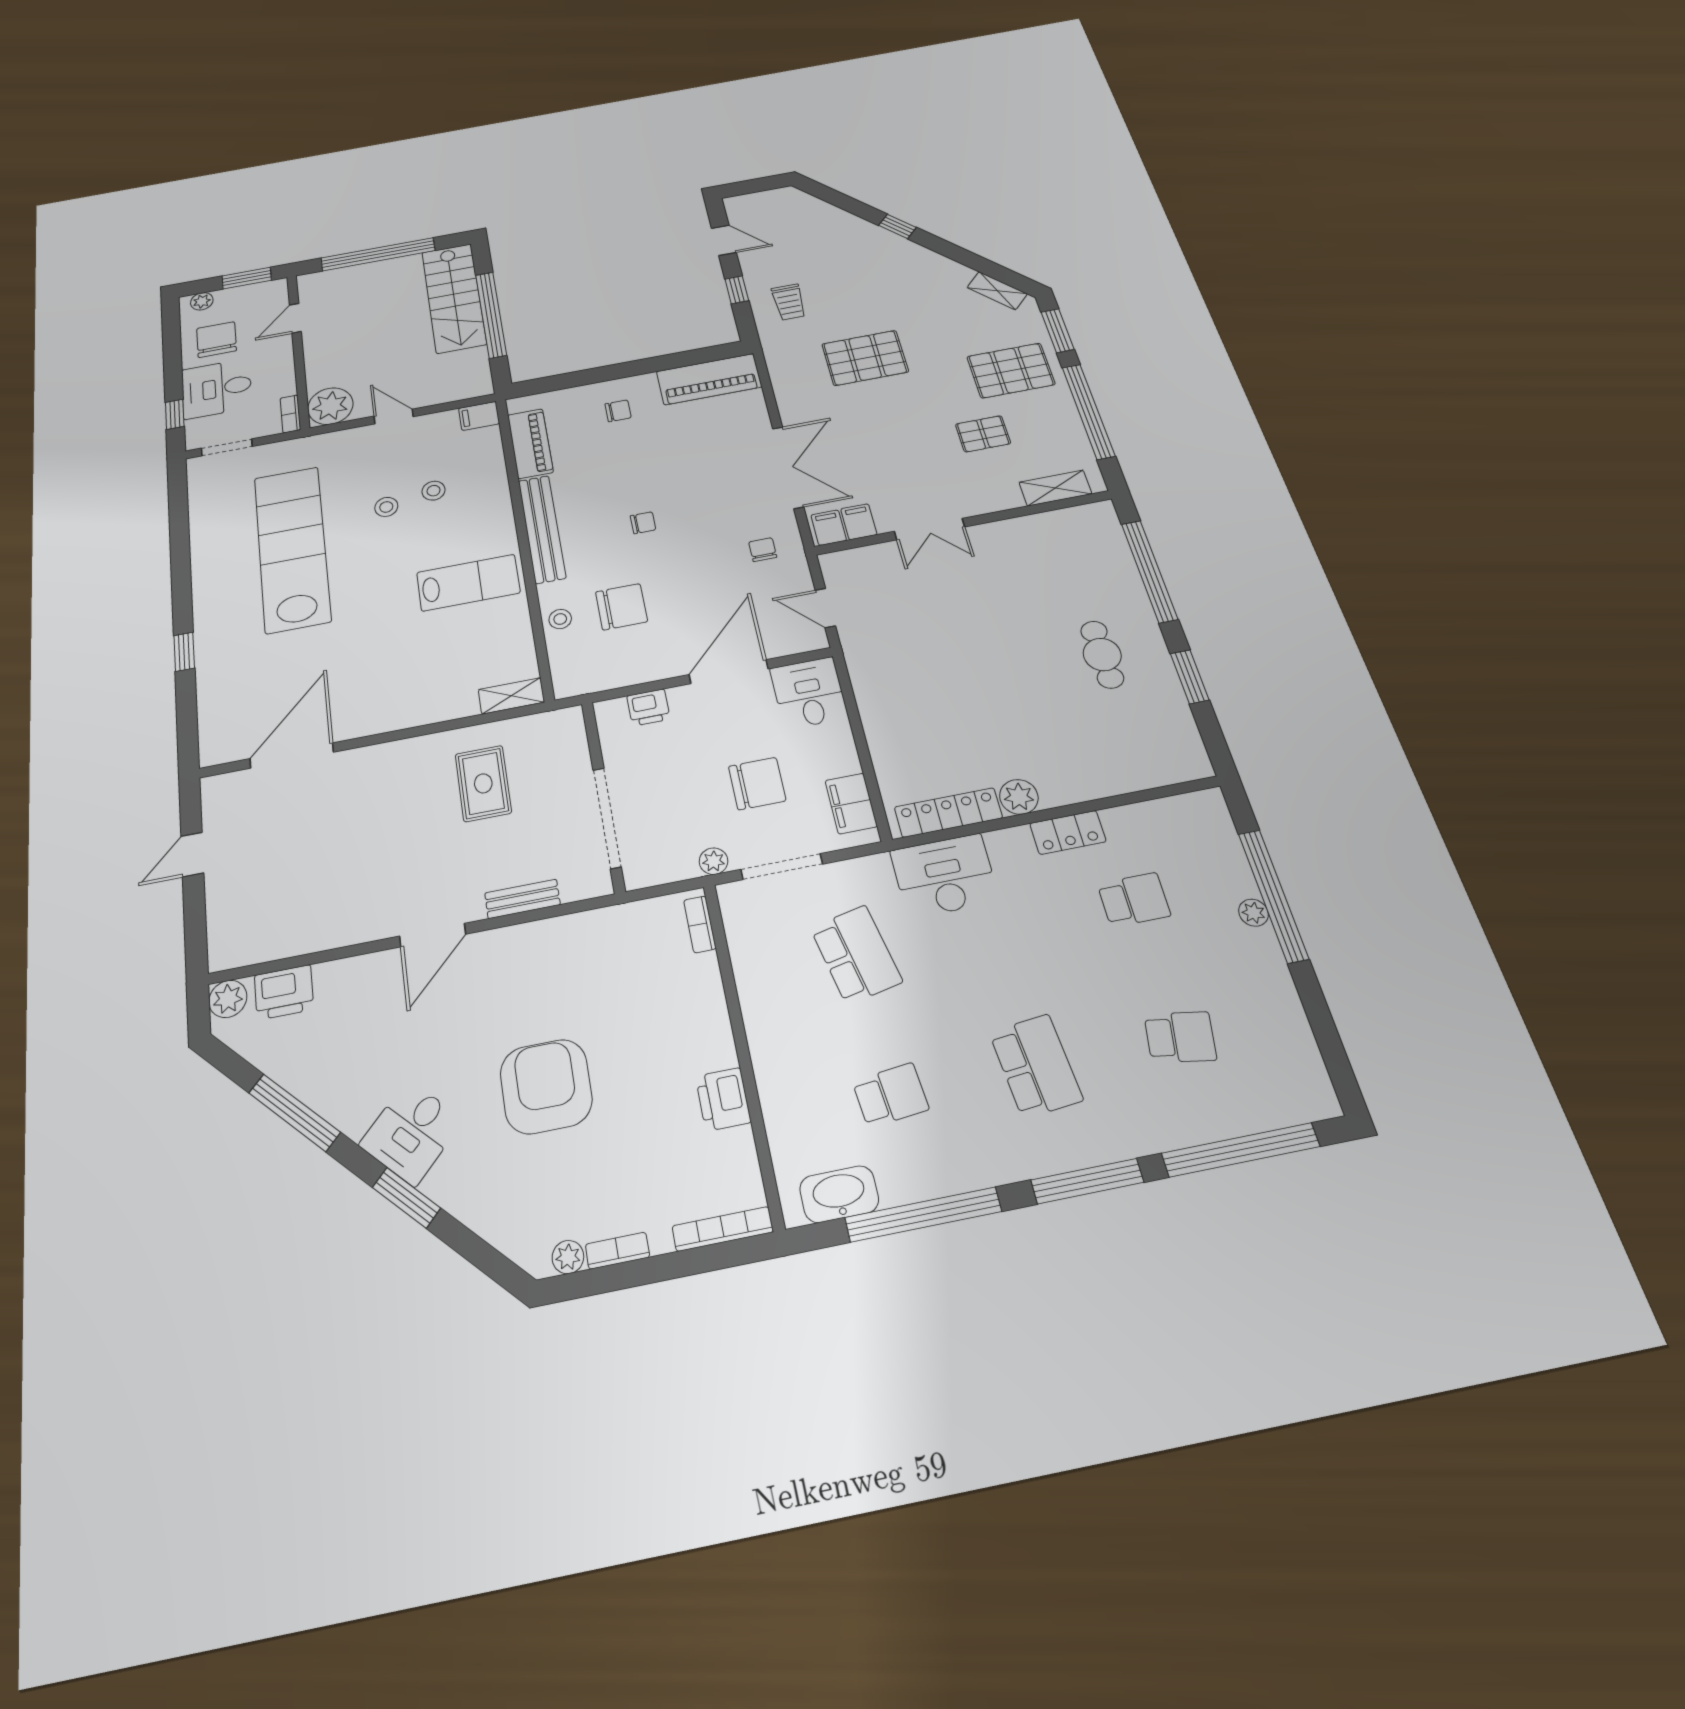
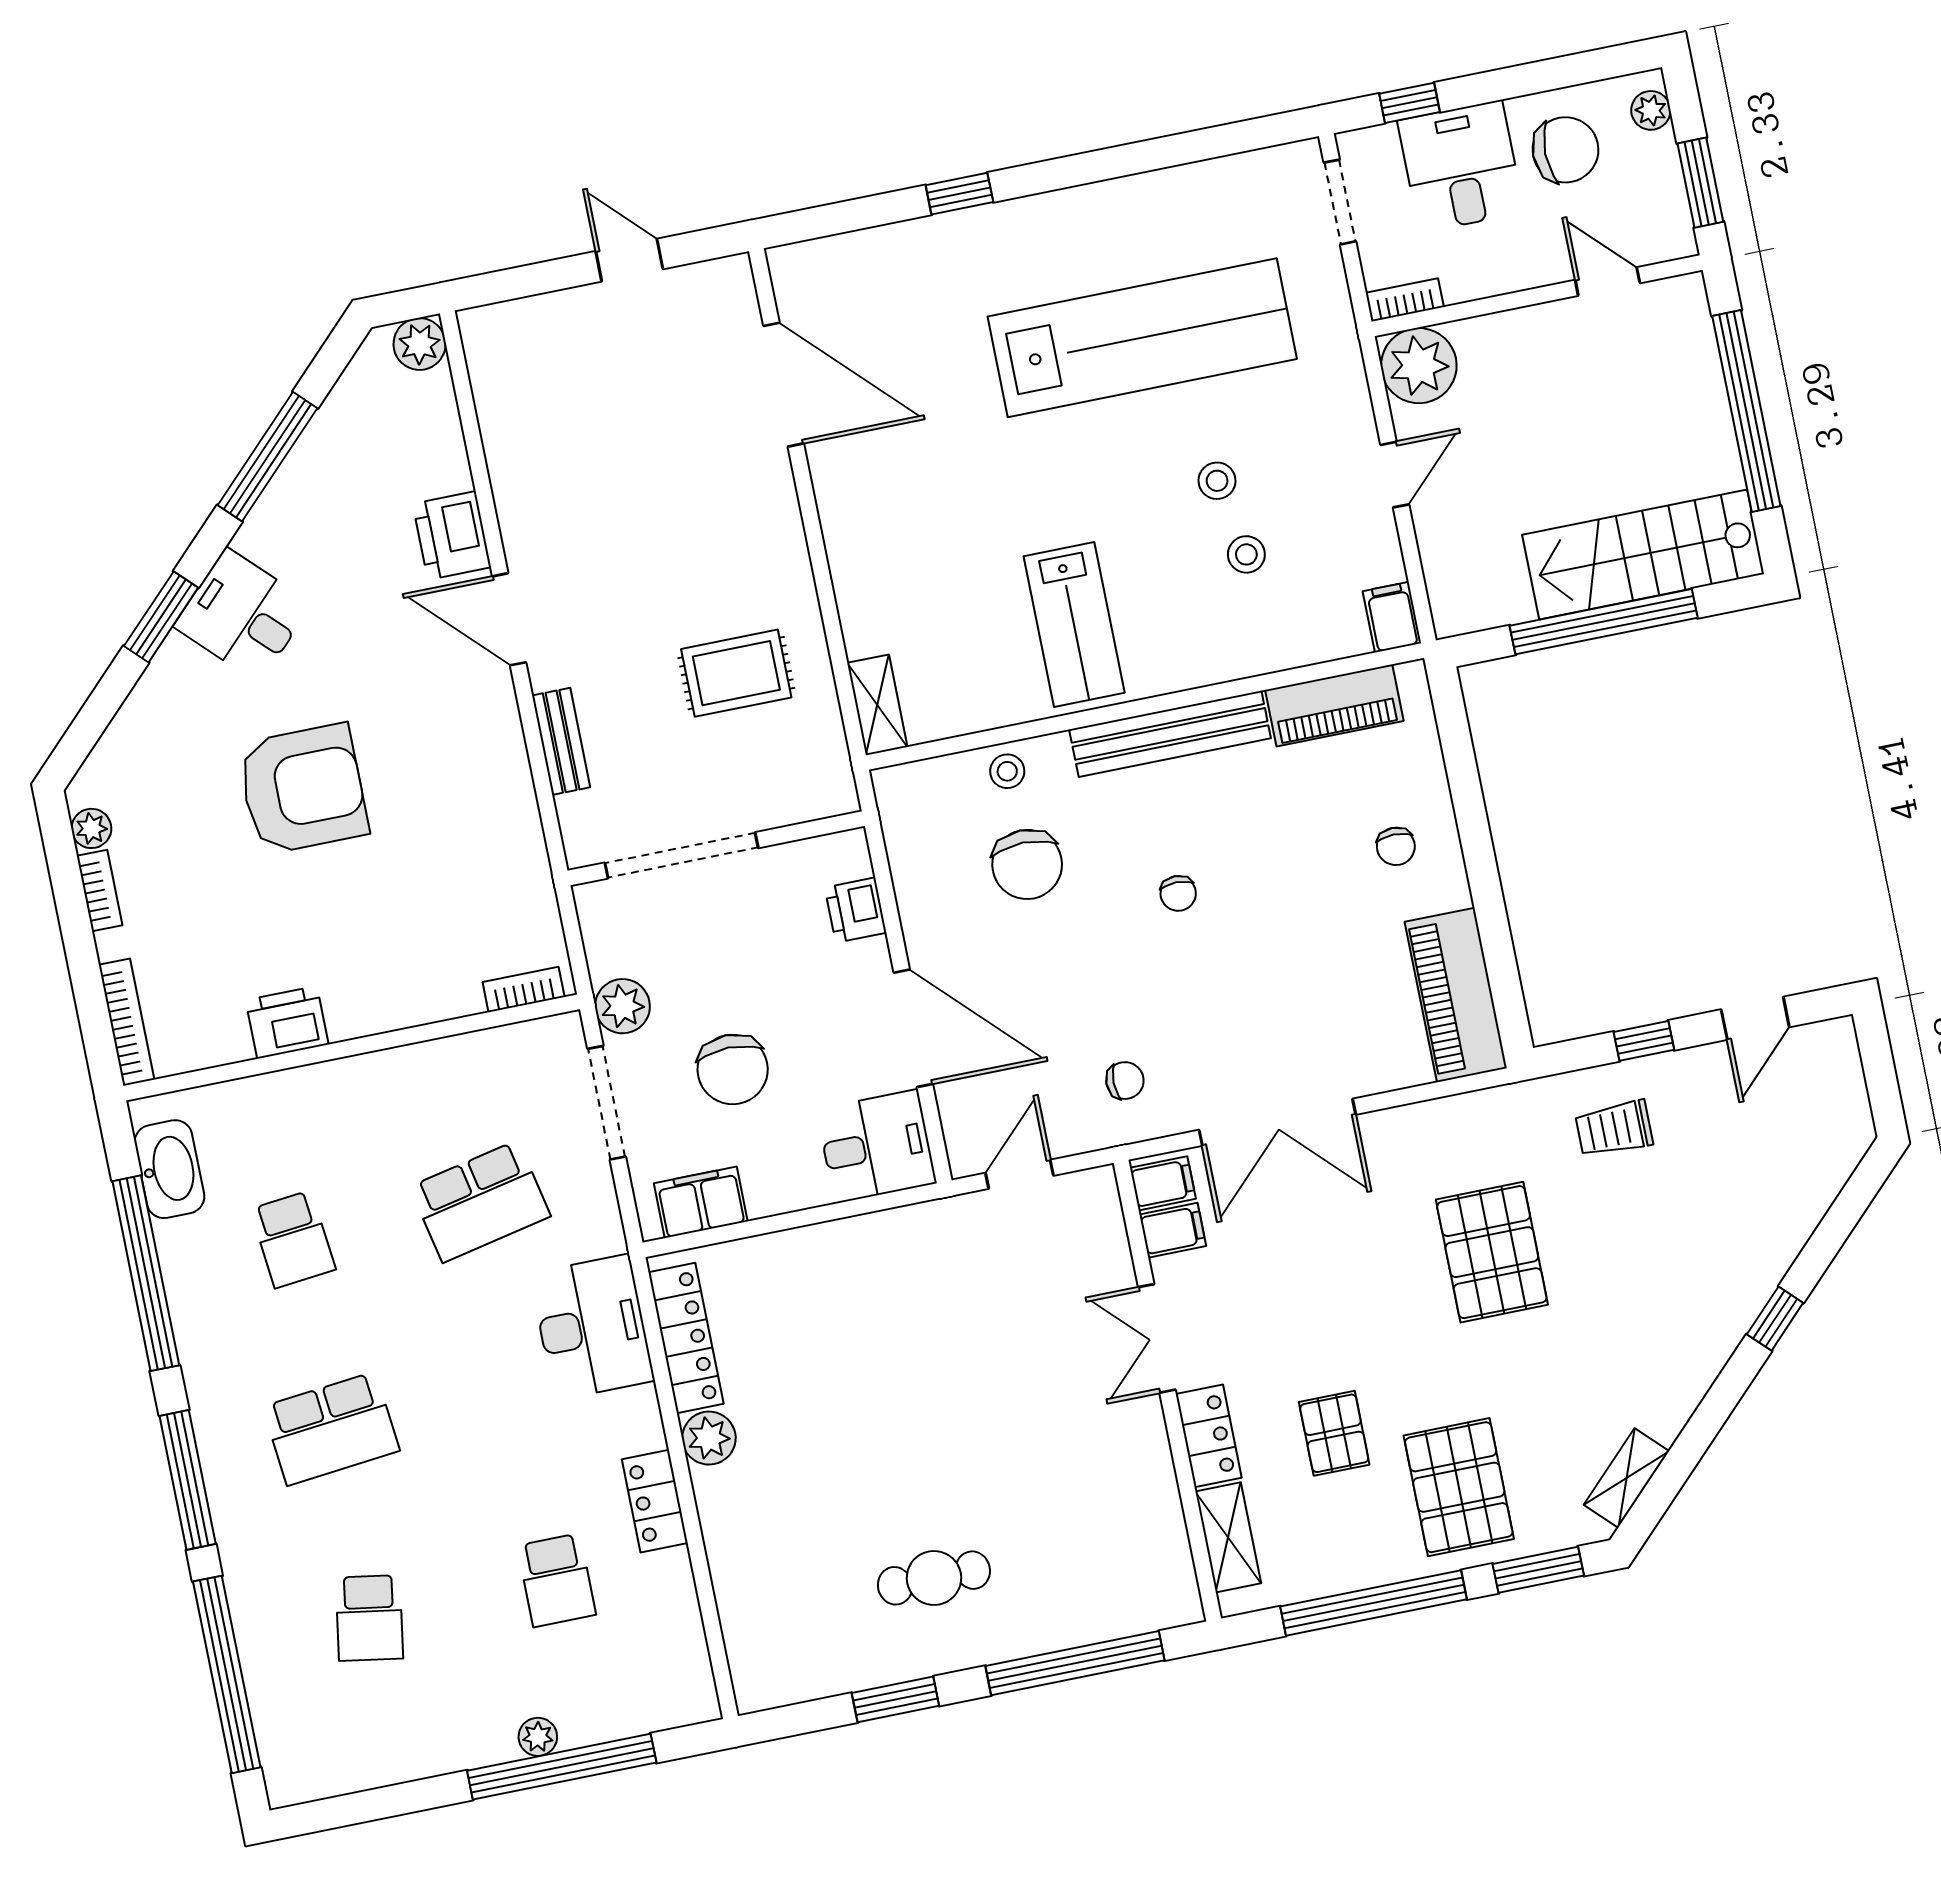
locker: (991, 500) -> (1209, 1436), added
plant: (714, 861) -> (623, 1006), width x1.38, depth x1.38
printer: (284, 992) -> (452, 536), moved

